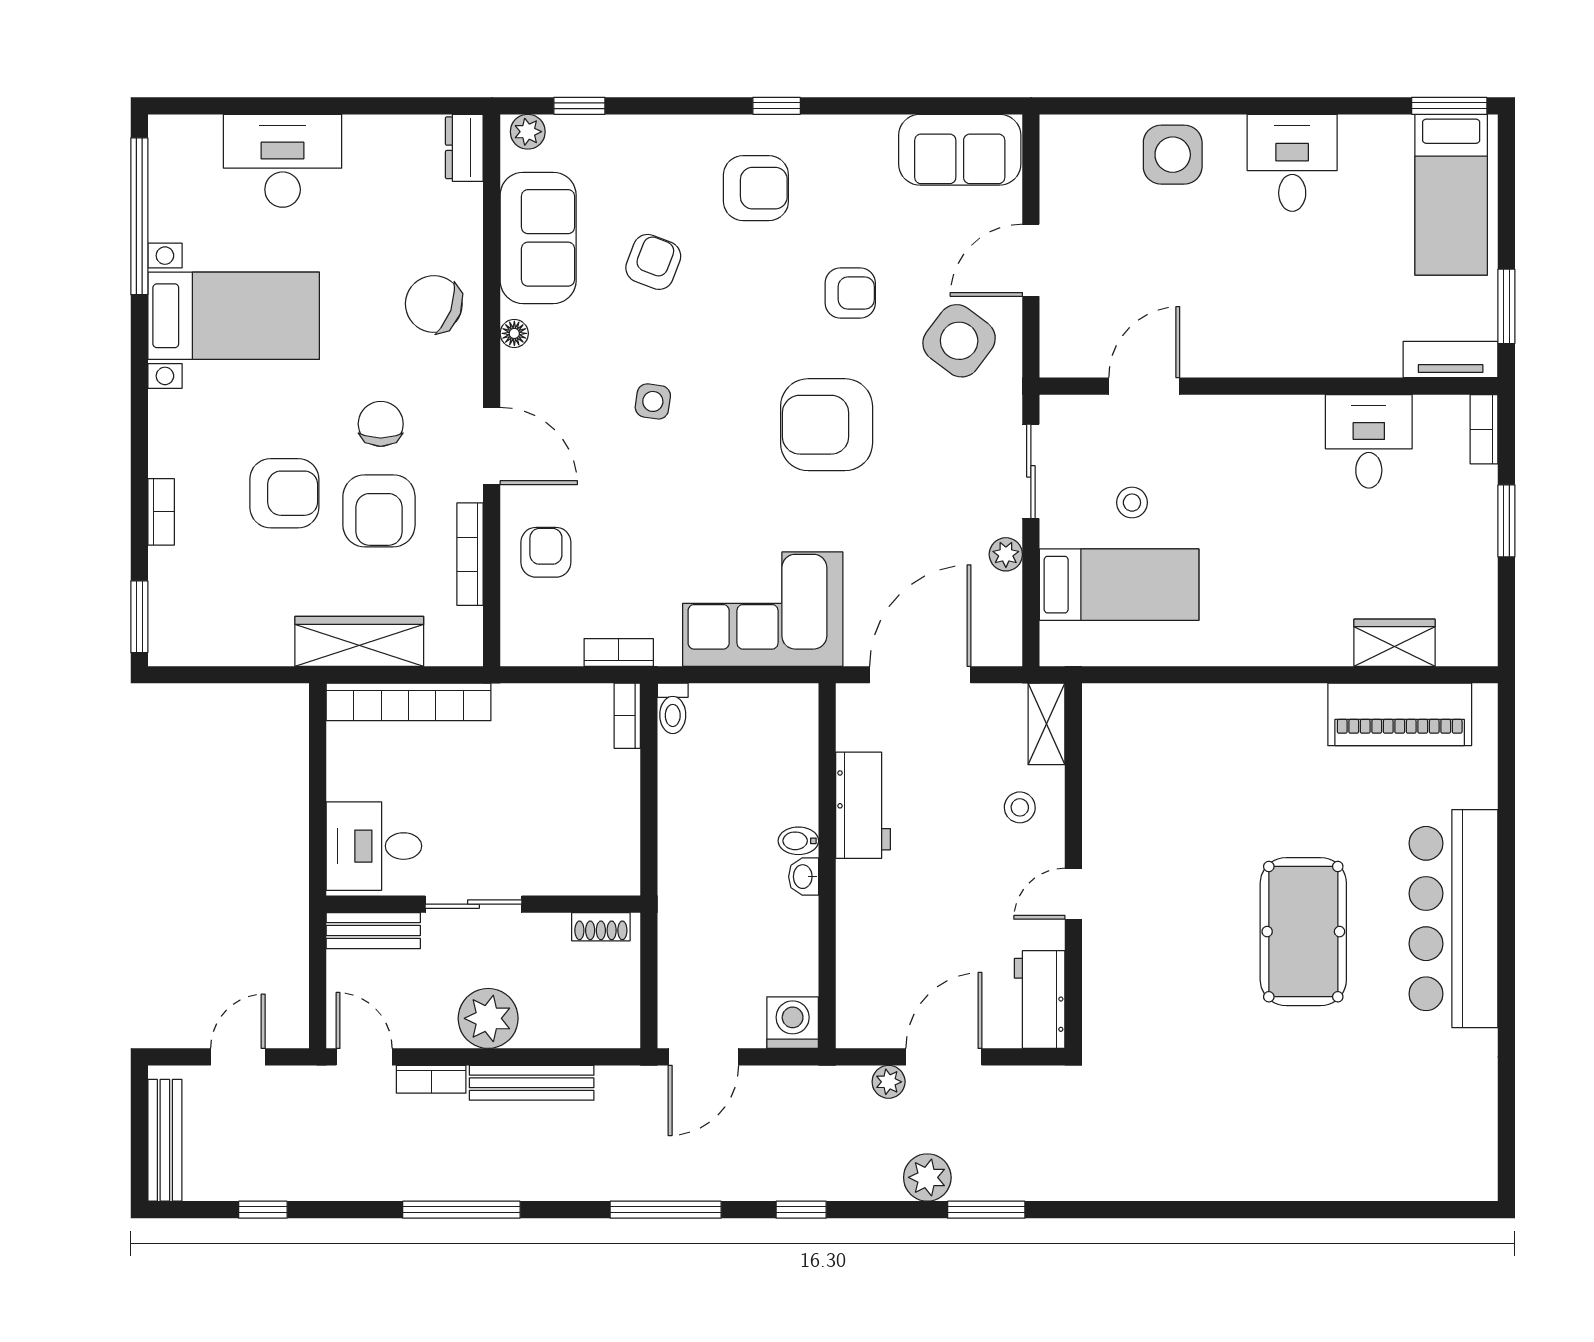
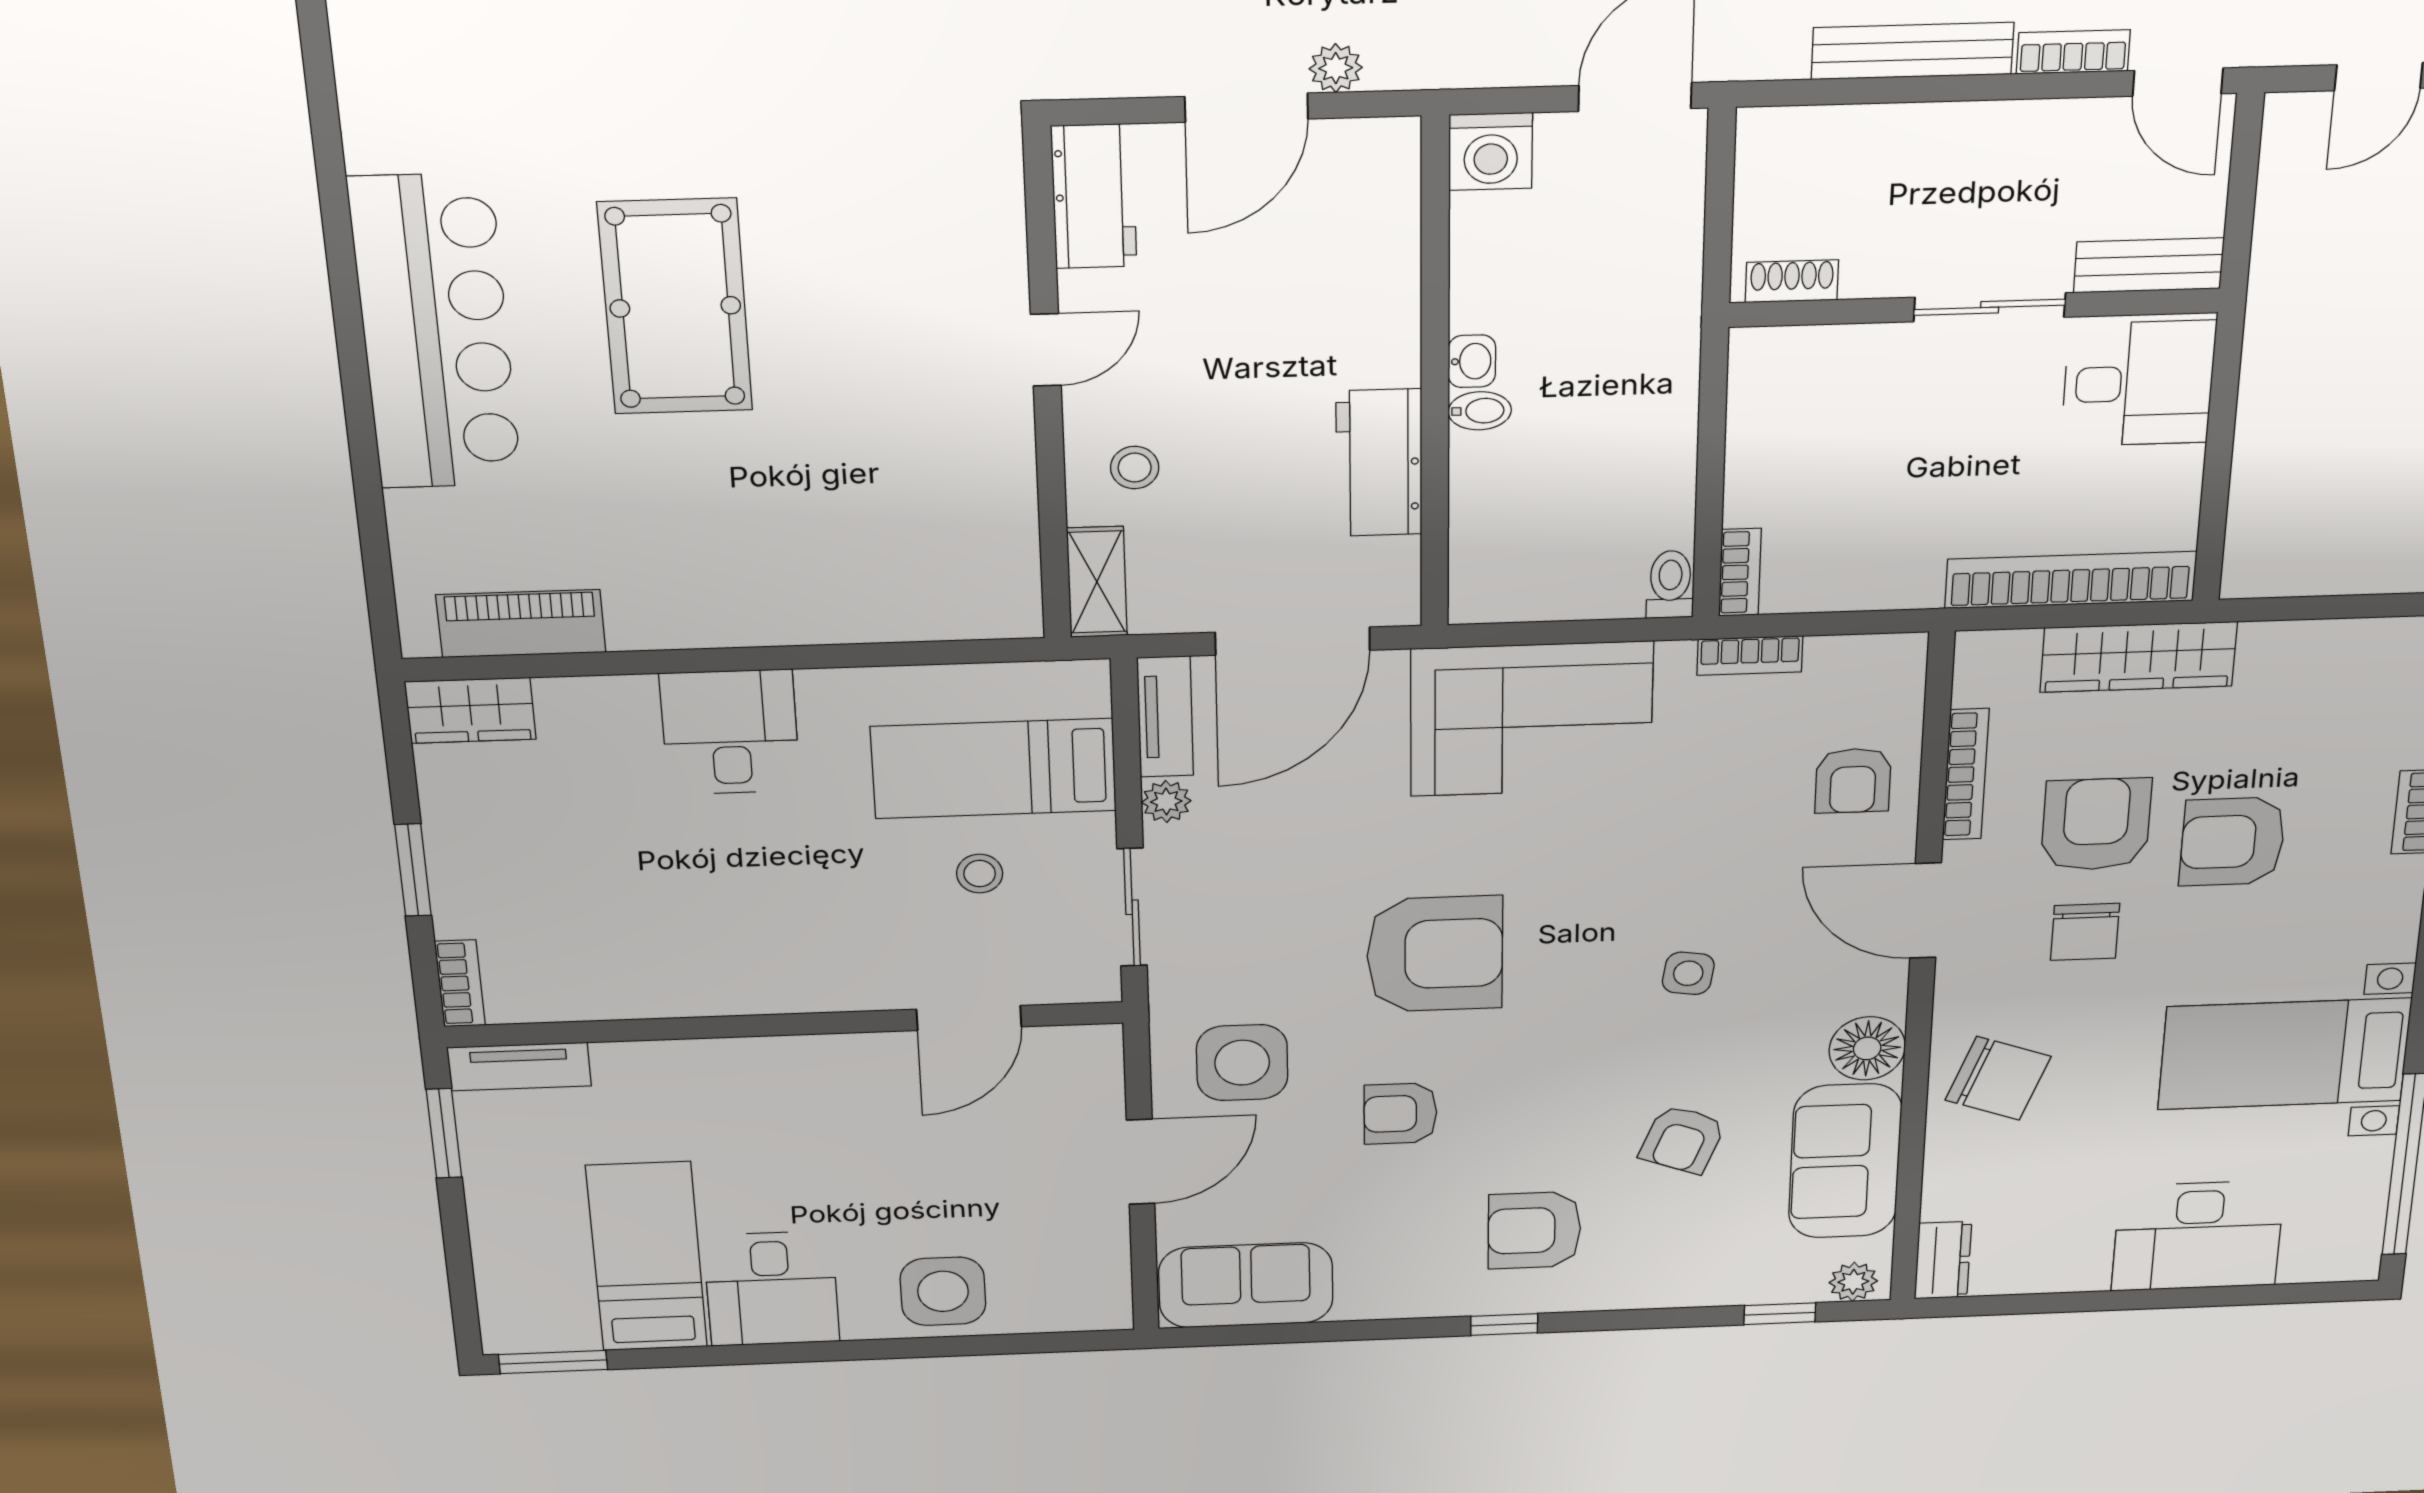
bed: (1451, 195) -> (647, 1257), moved
floor lamp: (514, 333) -> (1867, 1048), width x1.89, depth x1.89
side table: (959, 341) -> (1242, 1063), turned -37
desk: (1369, 441) -> (730, 732), moved, turned 180
tv unit: (1005, 620) -> (1165, 717), added
wardrobe: (1395, 643) -> (470, 710), moved
piano: (1400, 714) -> (521, 624), width x0.73, depth x0.75
plant: (488, 1018) -> (1977, 144), removed

